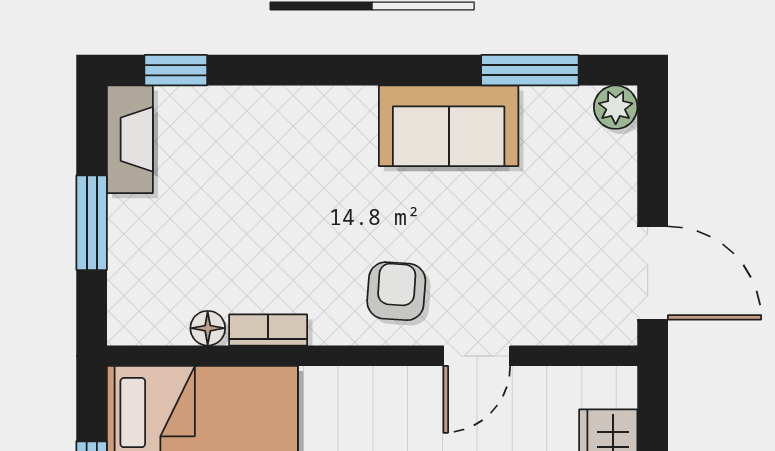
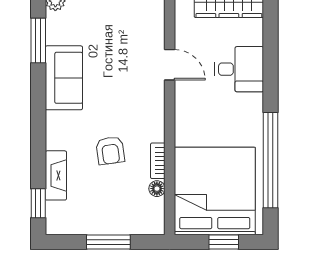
fireplace: (130, 139) -> (56, 175), moved, turned 90
armchair: (396, 291) -> (110, 151), moved, turned -102

